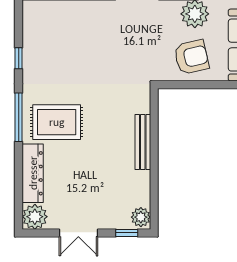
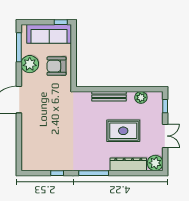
armchair: (191, 57) -> (57, 66), turned -77
rug: (57, 122) -> (123, 131), moved, turned 90
plant: (141, 217) -> (141, 97), moved

